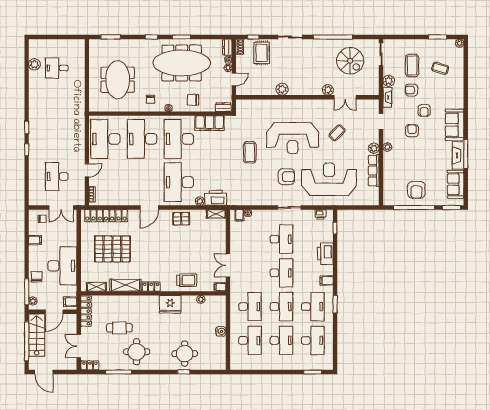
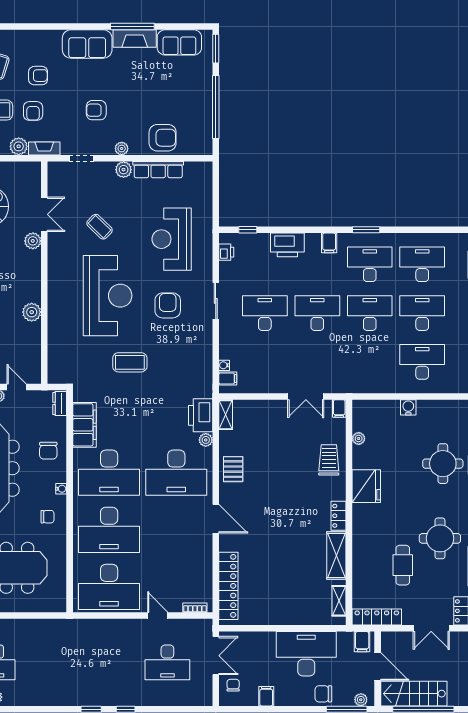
armchair: (424, 111) -> (38, 76), moved
reception desk: (329, 179) -> (172, 239), width x0.74, depth x0.77
armchair: (416, 190) -> (163, 138), moved
pallet: (112, 249) -> (280, 576), removed
desk: (250, 307) -> (370, 362), removed

